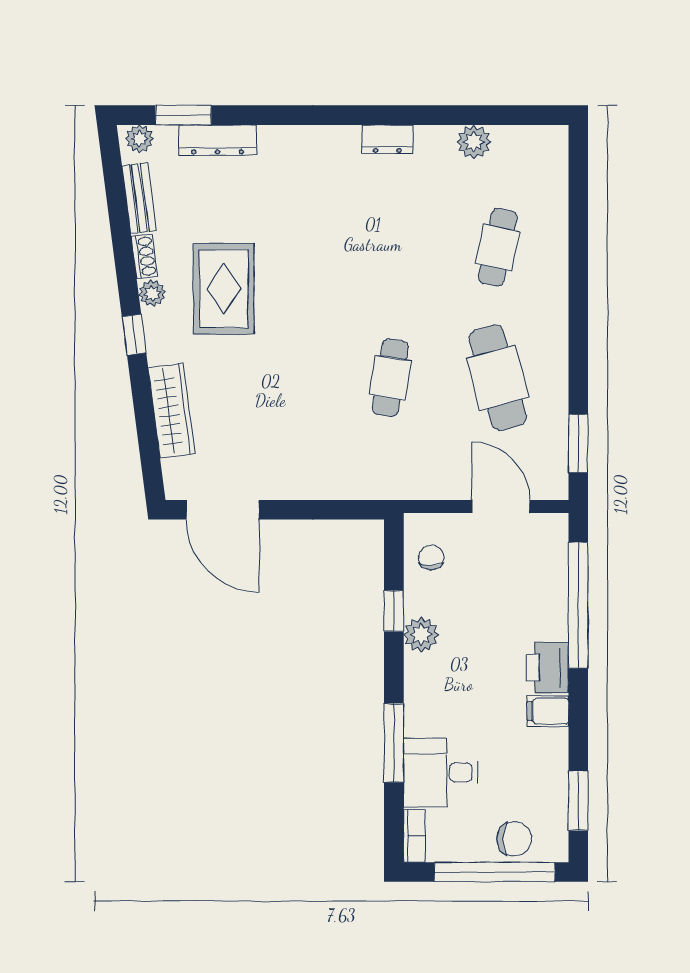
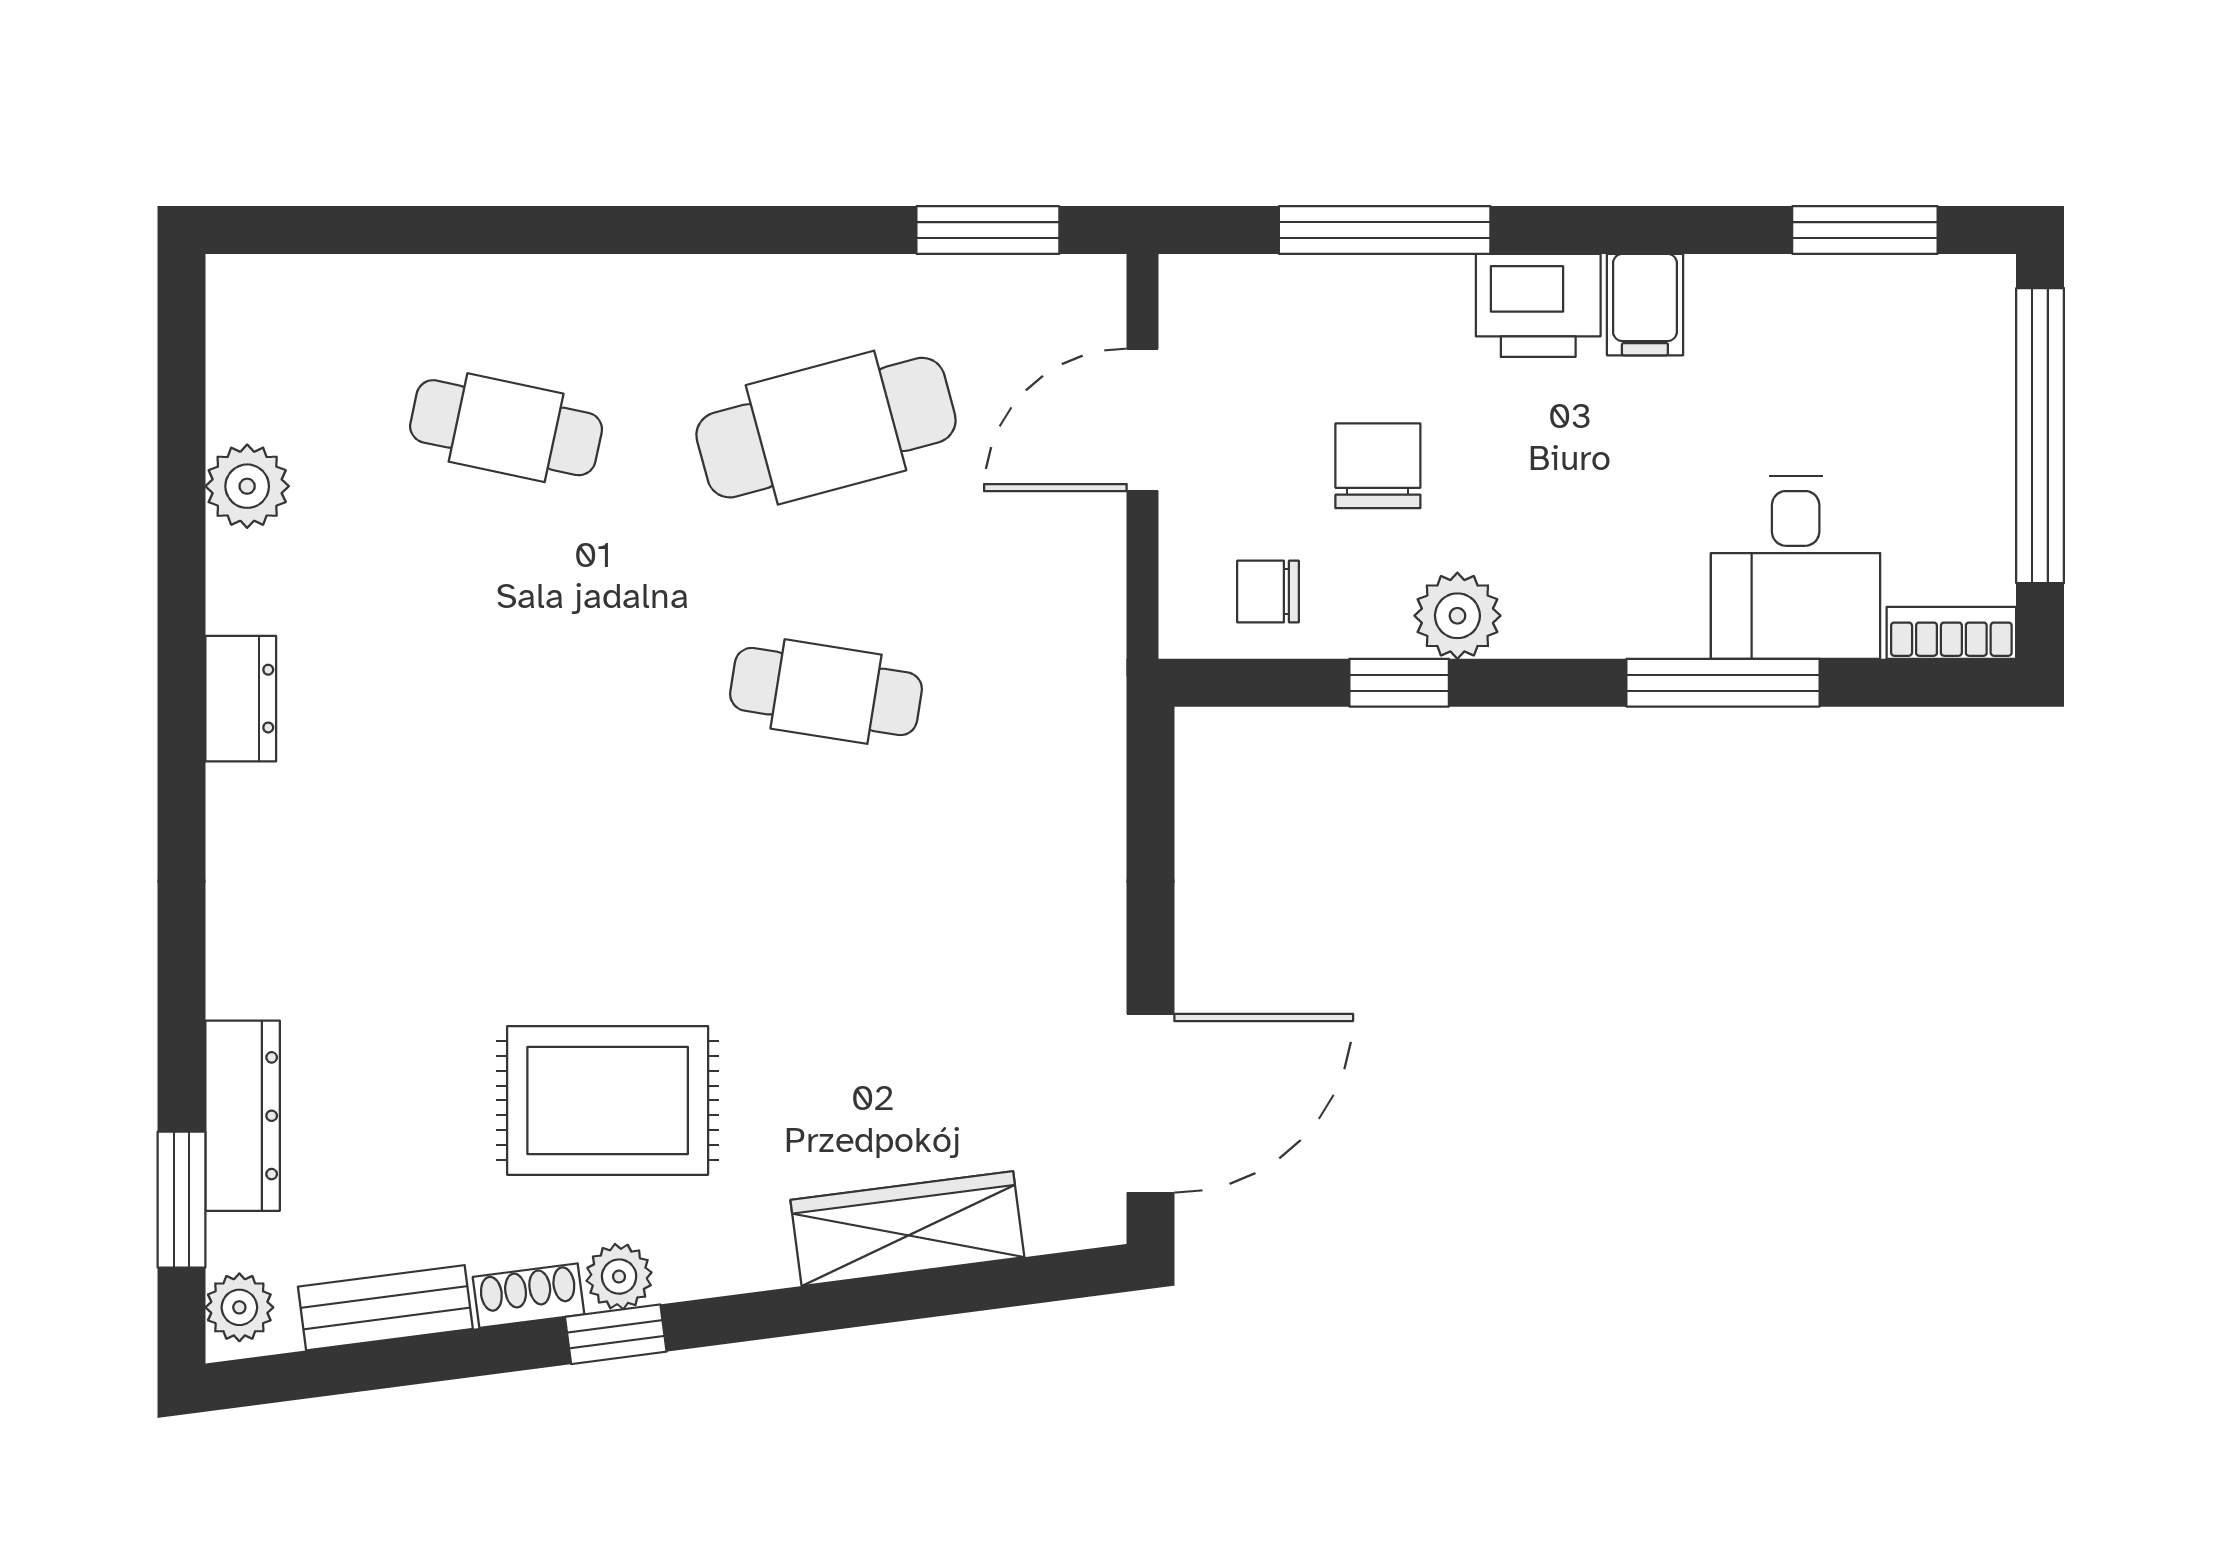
window: (134, 335) -> (616, 1334), moved
window: (578, 605) -> (1385, 230), width x0.68
chair: (514, 839) -> (1378, 466), moved

